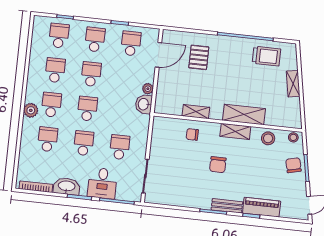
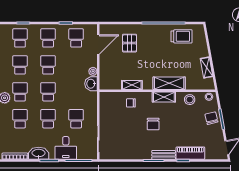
shelving: (293, 84) -> (207, 67), moved

